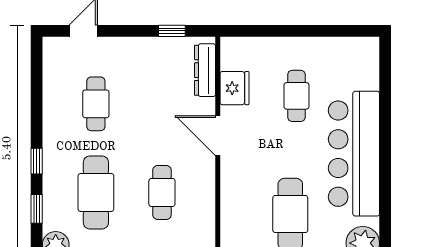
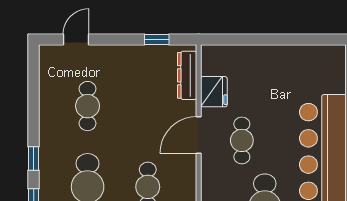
cafe table: (296, 96) -> (242, 140), moved
door: (218, 136) -> (199, 135), hinge flipped

